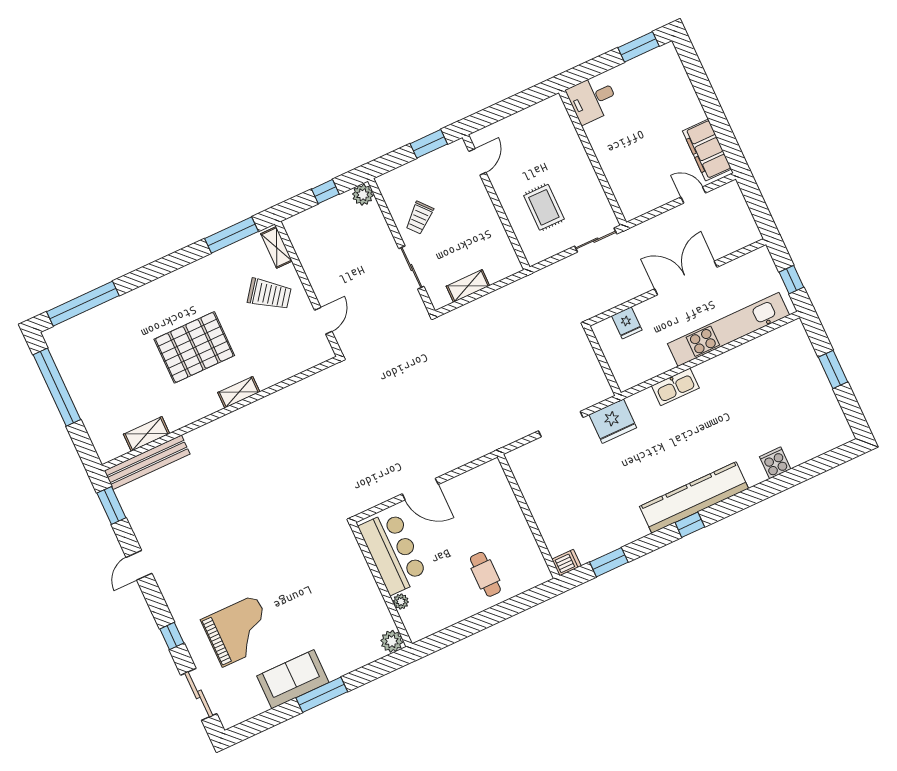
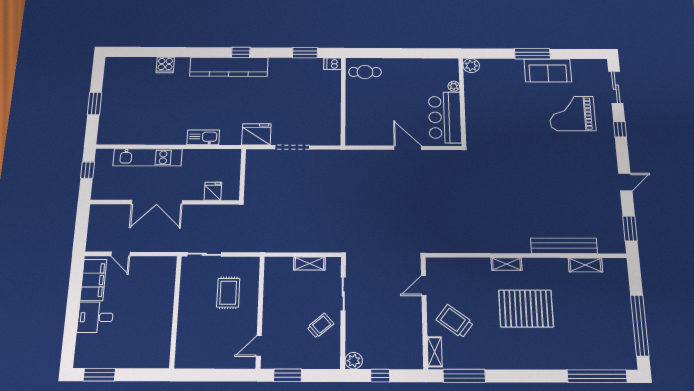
desk: (592, 99) -> (95, 317), moved, turned 180
kitchen unit: (728, 329) -> (148, 157), width x0.73
bench: (147, 462) -> (564, 246), moved
cafe table: (485, 574) -> (365, 72), moved, turned 90

